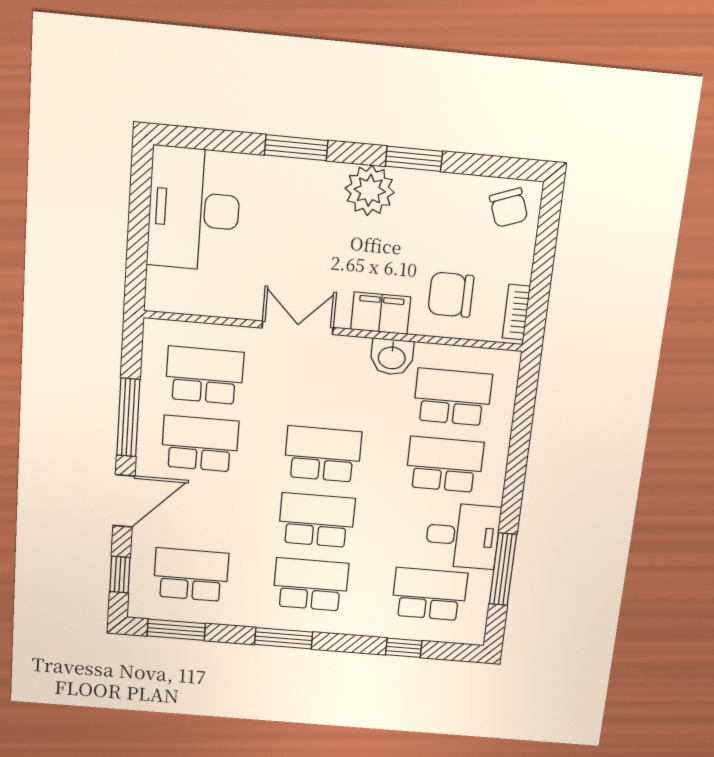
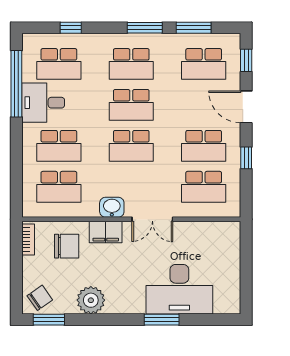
window: (414, 159) -> (49, 320), moved
plant: (370, 190) -> (91, 300), moved
chair: (509, 208) -> (40, 298), turned 75
desk: (194, 209) -> (179, 289), moved, turned 90
washbasin: (392, 357) -> (112, 207), moved
window: (128, 417) -> (246, 158), width x0.46
door: (124, 501) -> (246, 107), hinge flipped
window: (503, 569) -> (16, 84), width x1.46
window: (176, 630) -> (194, 28), moved

